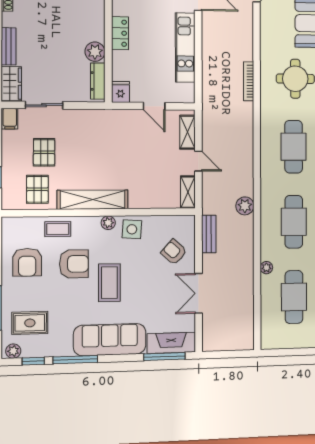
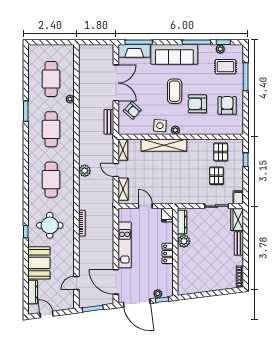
shelving: (93, 200) -> (164, 145), moved
plant: (245, 206) -> (85, 171), moved
coffee table: (58, 229) -> (208, 126), removed
double door: (199, 293) -> (116, 83), width x1.37
plant: (13, 351) -> (220, 49), moved

